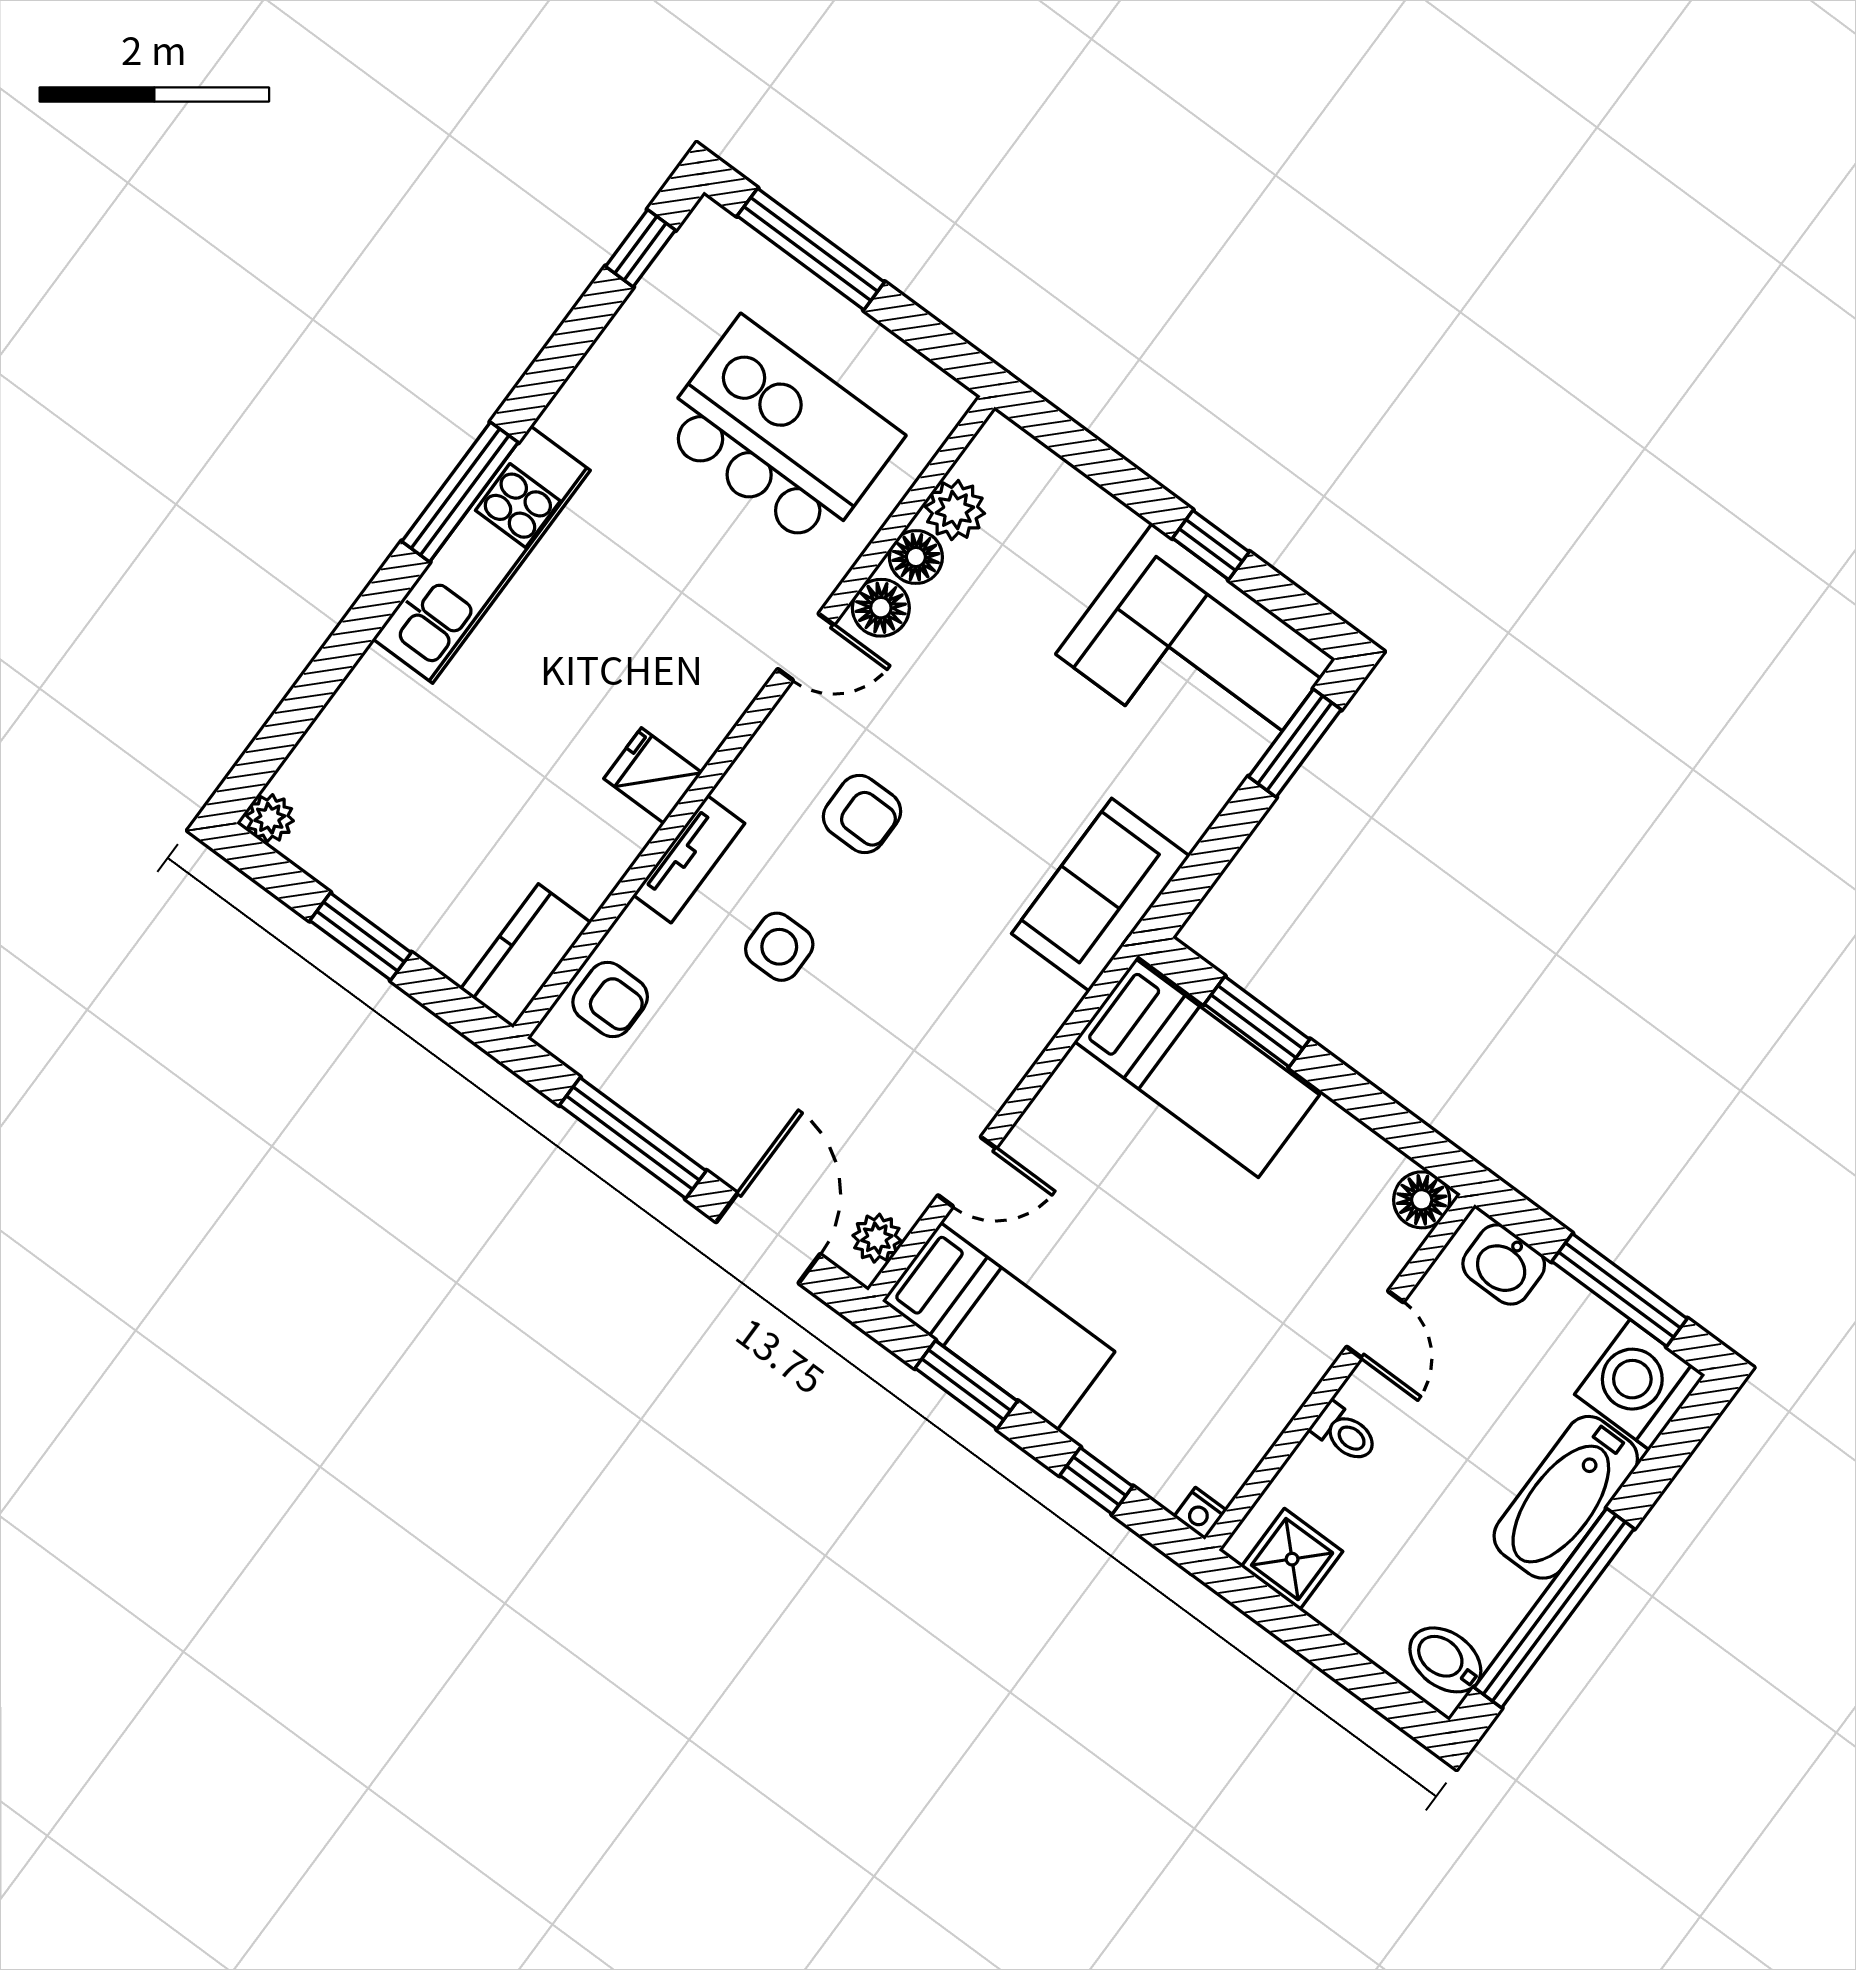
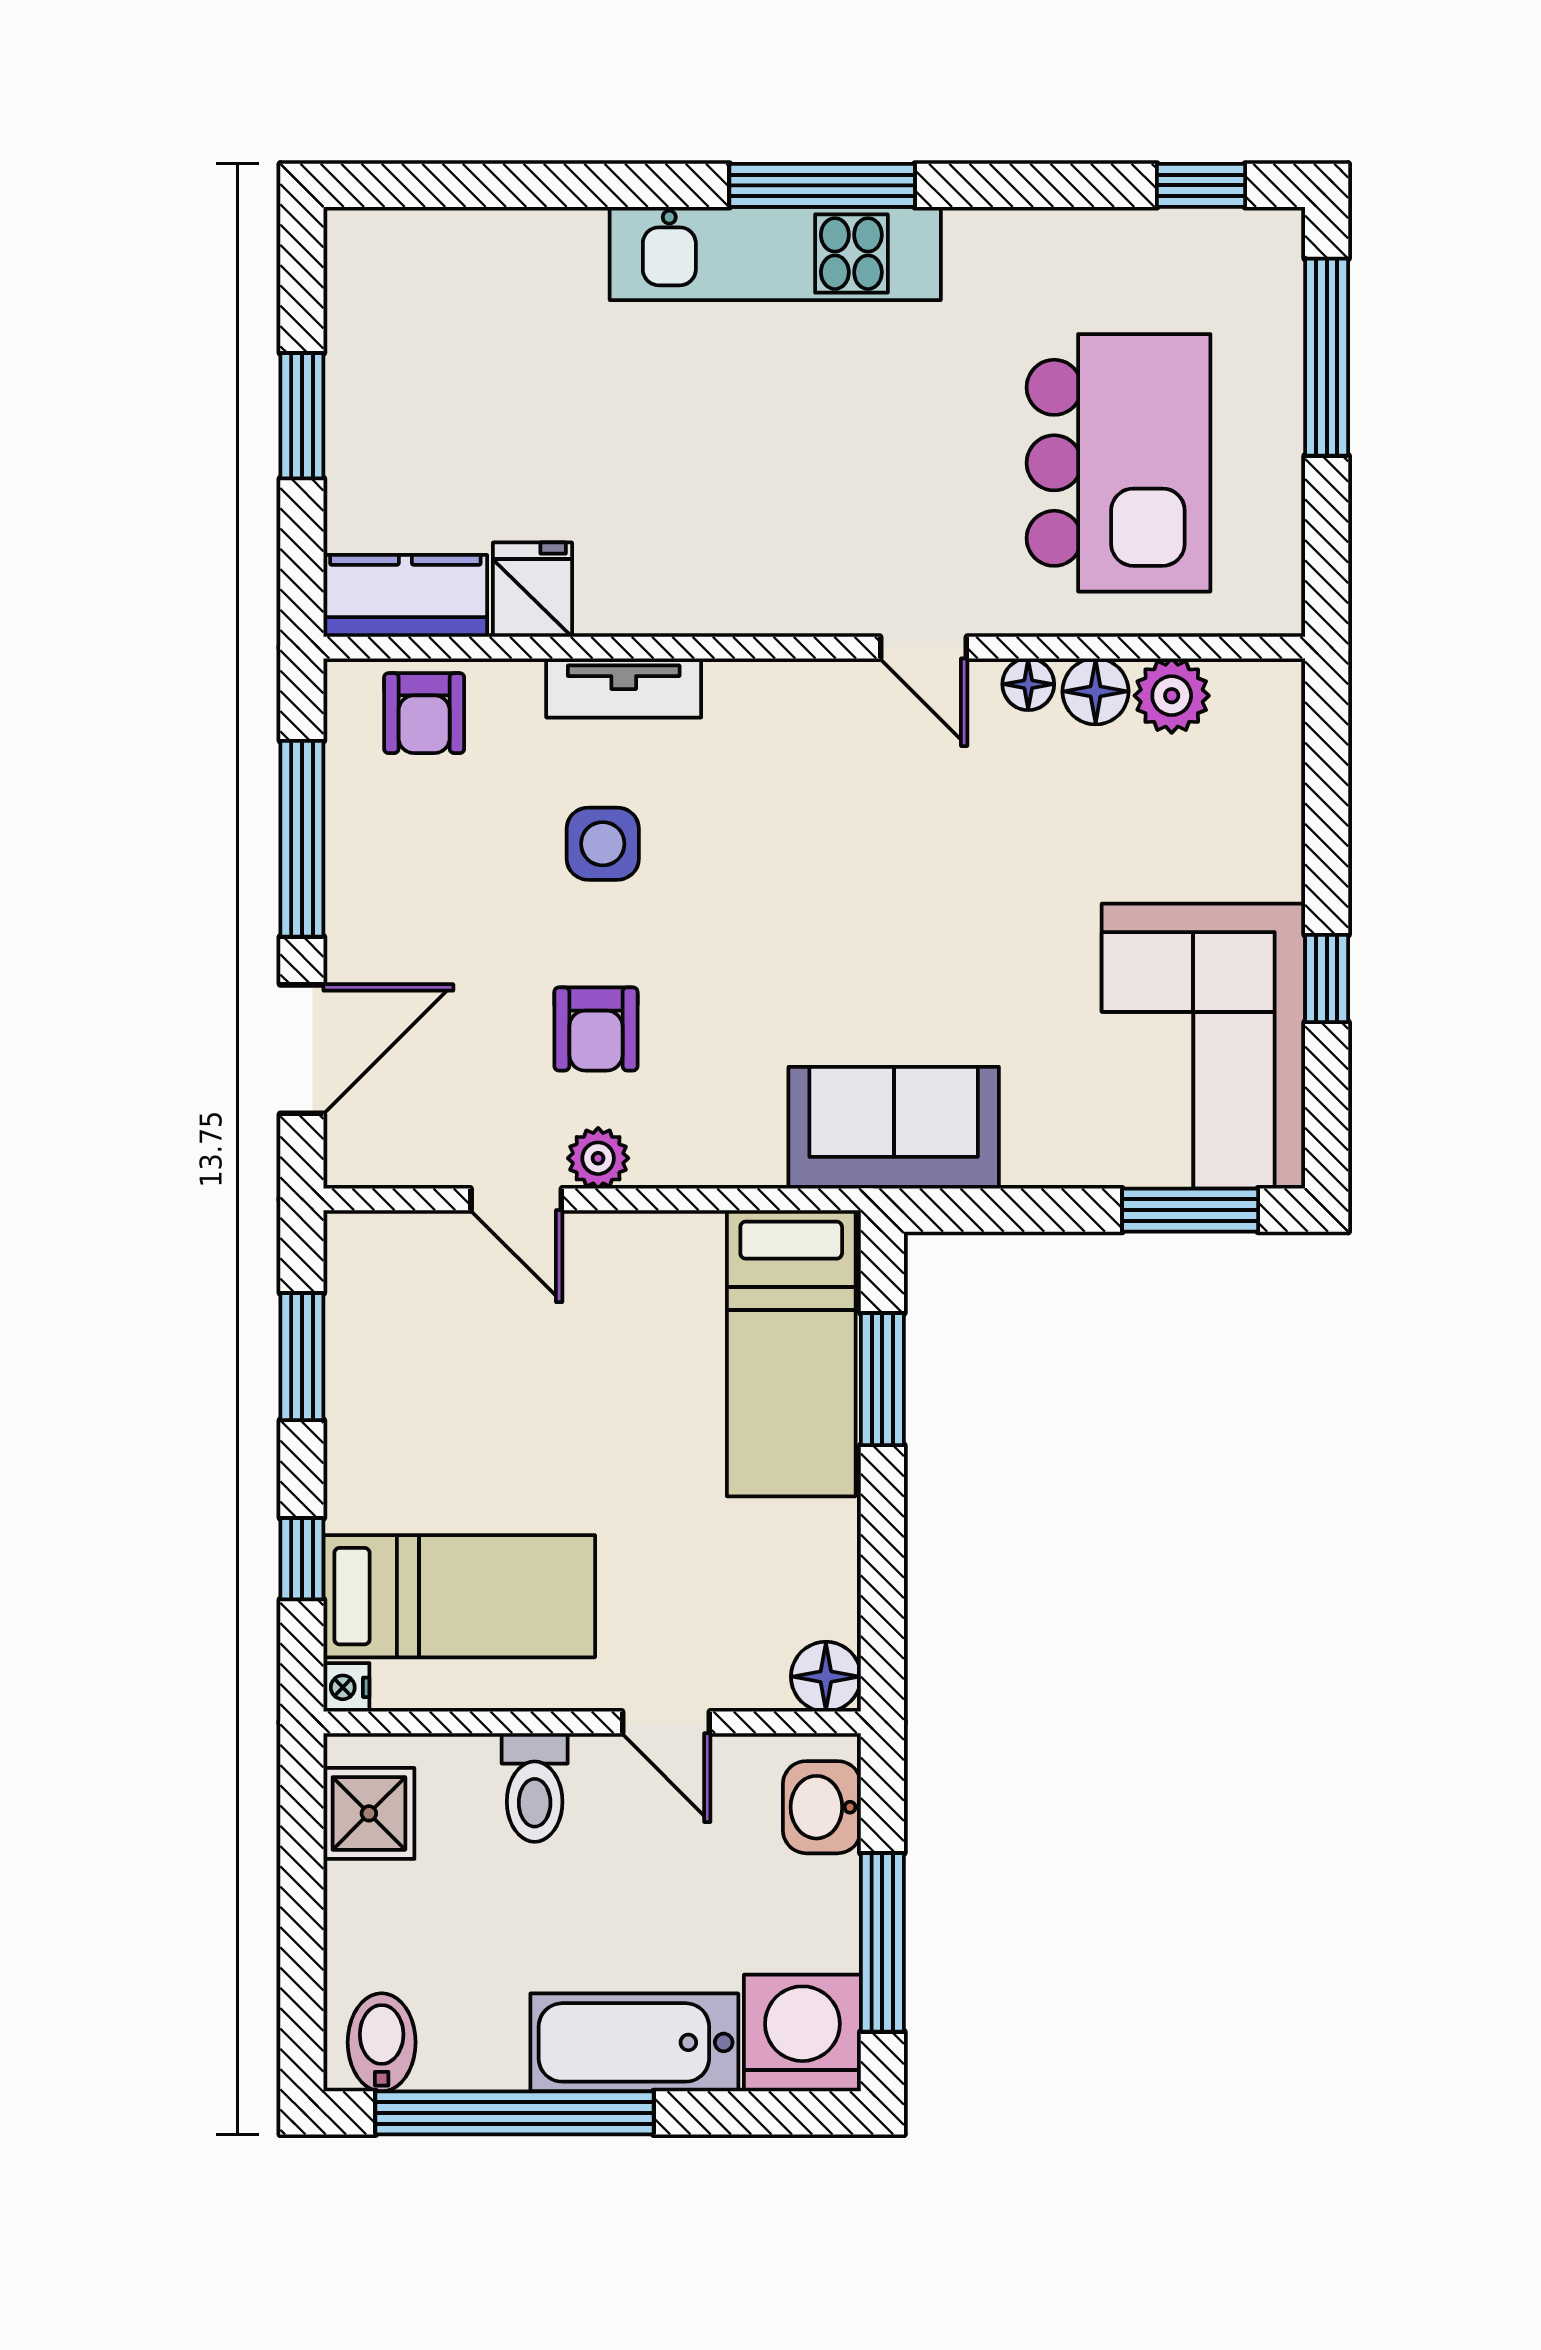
floor lamp: (881, 608) -> (1028, 684), width x0.73, depth x0.73
fridge: (653, 776) -> (533, 590), moved
armchair: (862, 814) -> (596, 1029), moved
plant: (270, 818) -> (353, 237), removed
plant: (877, 1238) -> (598, 1158), moved
door: (1375, 1324) -> (666, 1722), hinge flipped
bed: (999, 1326) -> (459, 1596), moved, turned -90
toilet: (1345, 1433) -> (535, 1788), width x1.37, depth x1.39

